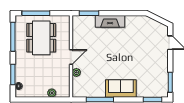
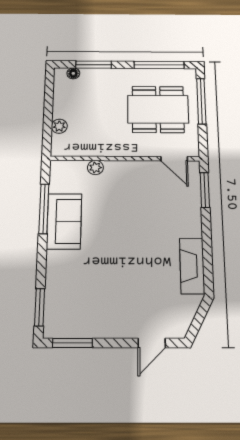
fireplace: (110, 21) -> (192, 266), moved
door: (71, 57) -> (174, 159), moved
sofa: (121, 88) -> (64, 221), moved

